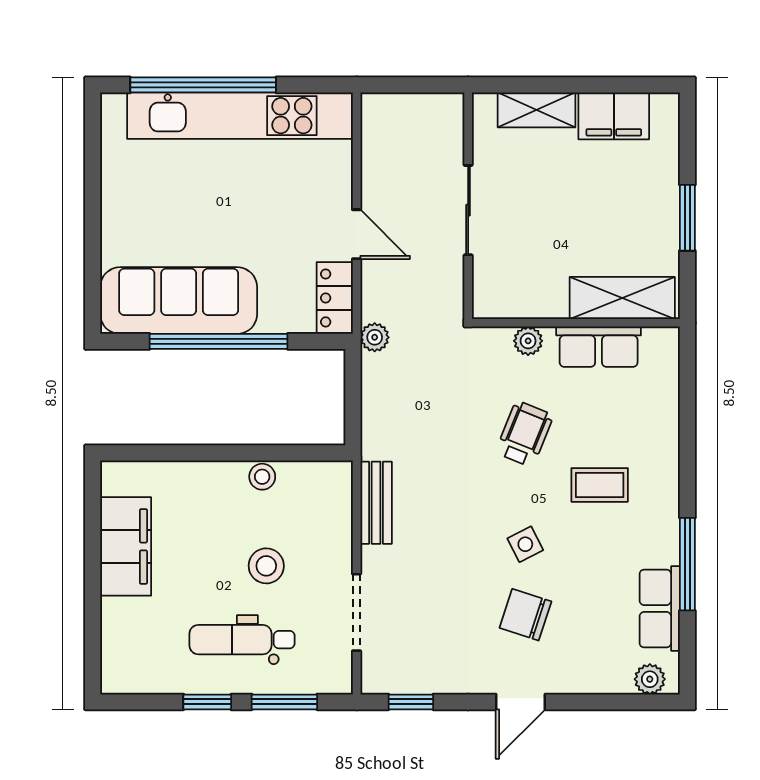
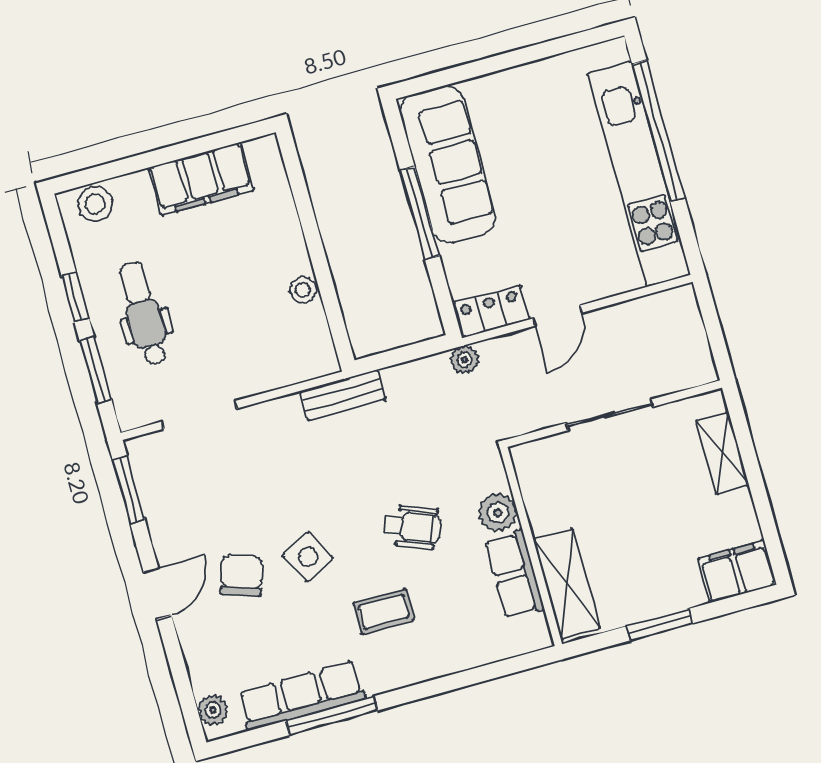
filing cabinet: (614, 116) -> (737, 572), moved, turned 90
window: (219, 341) -> (420, 213), width x0.68
plant: (528, 341) -> (498, 513), width x1.38, depth x1.38
coffee table: (600, 485) -> (384, 612), turned 90
bench: (376, 503) -> (343, 395), moved
side table: (525, 544) -> (308, 557), width x1.37, depth x1.37
stool: (266, 566) -> (95, 204), moved
row of seats: (660, 609) -> (302, 696), width x1.48
window: (411, 702) -> (129, 490), width x1.50
door: (520, 702) -> (157, 594), swing flipped

